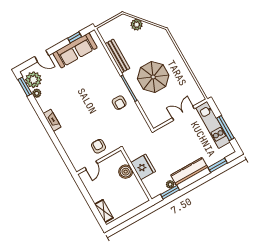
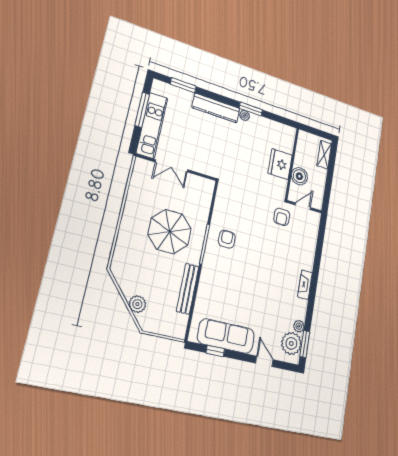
fridge: (143, 167) -> (280, 164), moved
boiler: (126, 172) -> (299, 176), moved
wall: (136, 175) -> (292, 164), moved

